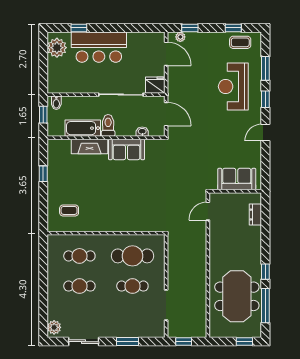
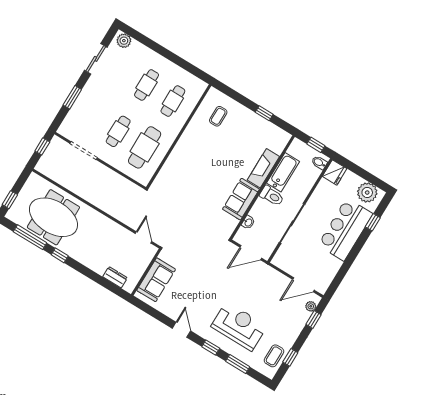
fridge: (155, 85) -> (335, 172), moved

